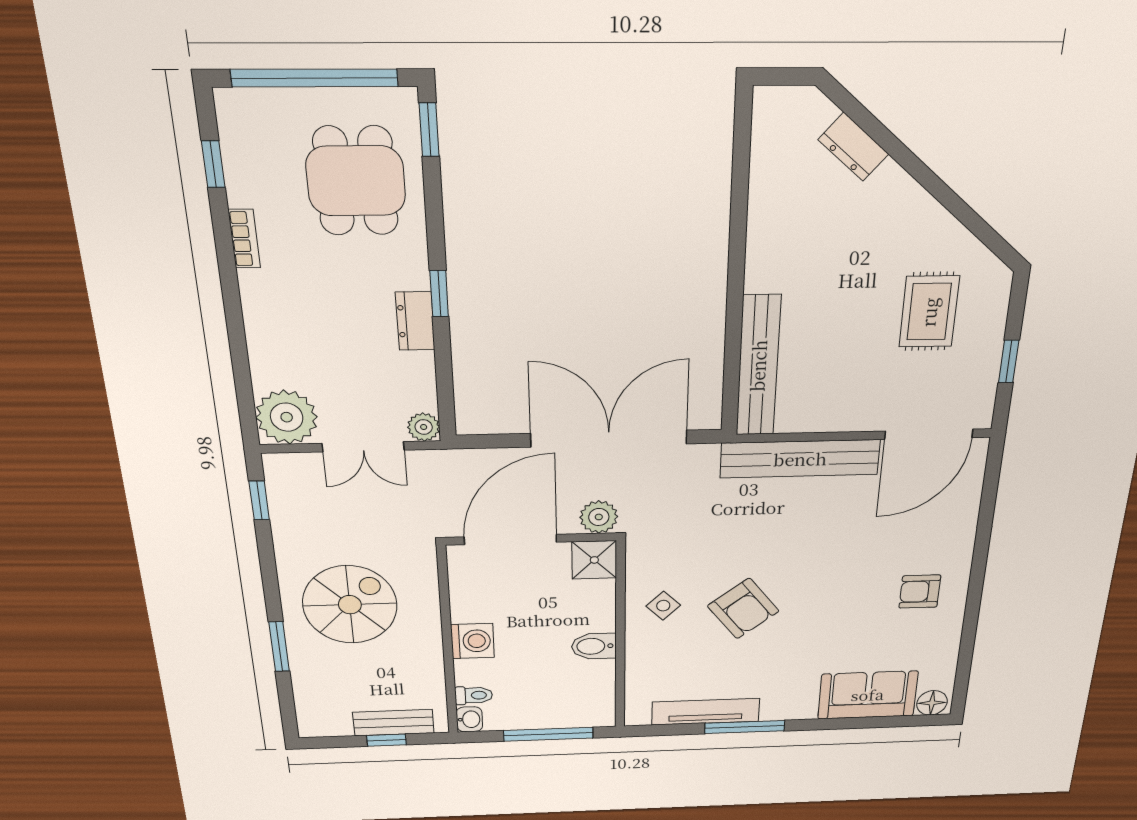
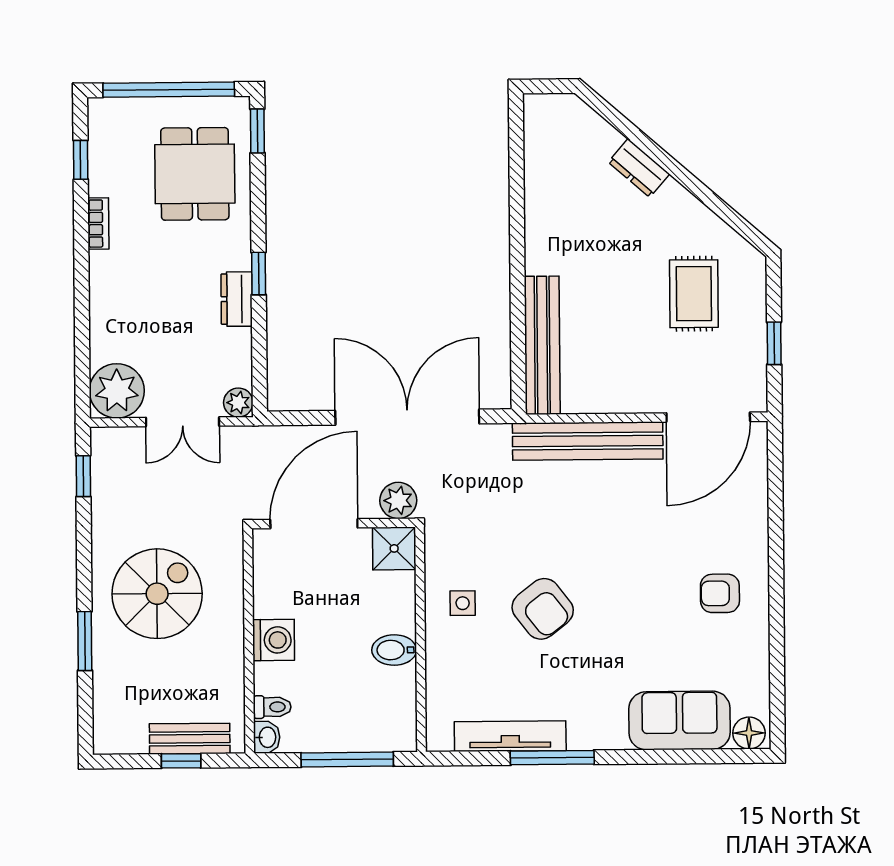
dresser: (853, 147) -> (639, 168), moved
side table: (663, 606) -> (463, 603), turned 45

